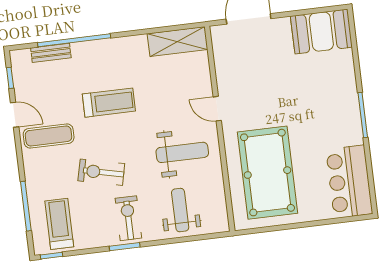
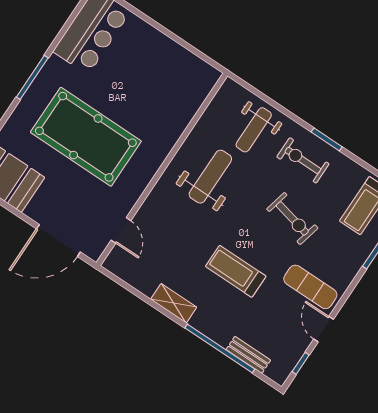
shelving: (177, 42) -> (174, 303), moved, width x0.67, depth x0.75
door: (217, 109) -> (121, 230), moved
weight bench: (182, 152) -> (210, 177), turned 90
pool table: (267, 173) -> (86, 137), moved, turned 90
exercise bike: (128, 218) -> (303, 160), turned 90

